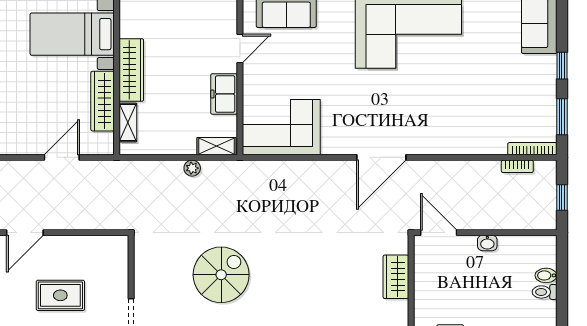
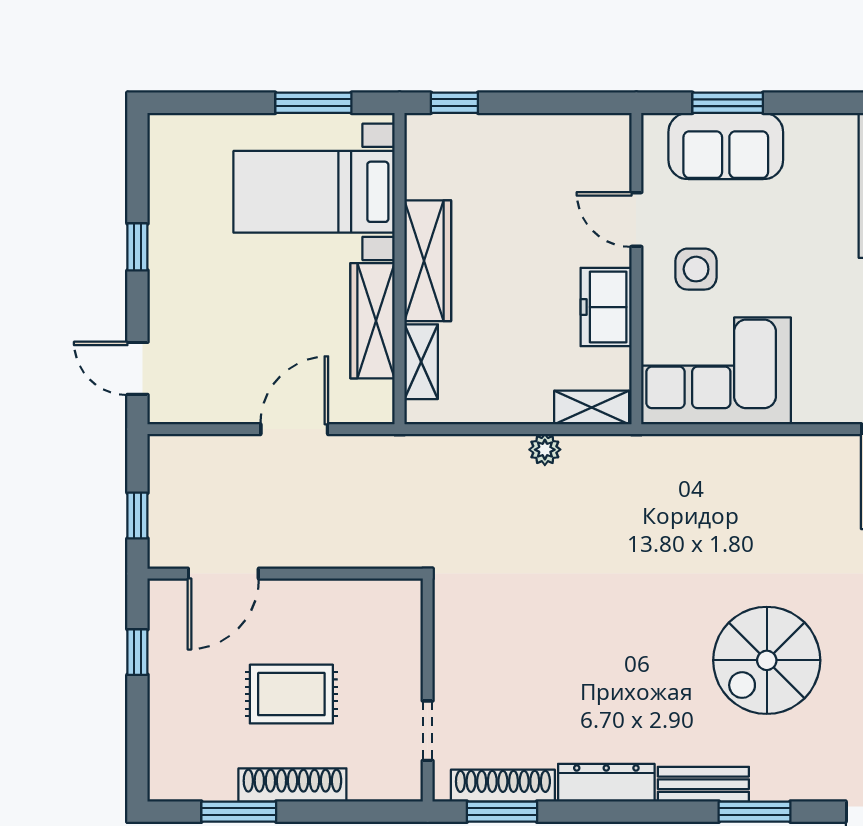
door: (240, 48) -> (636, 220), swing flipped
side table: (271, 74) -> (696, 269), added
spiral stairs: (221, 275) -> (767, 660), moved, turned 180

